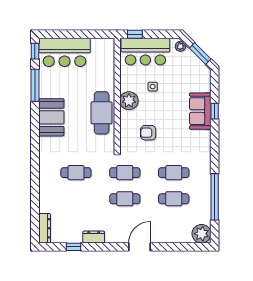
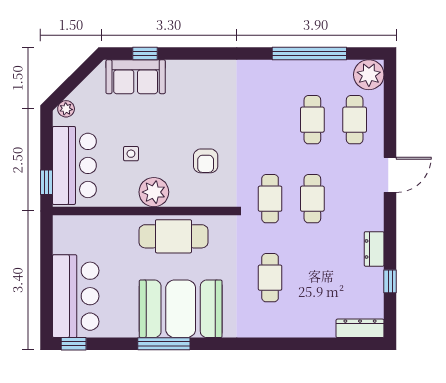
window: (200, 53) -> (78, 77), removed
window: (35, 85) -> (164, 344), moved
sofa: (200, 111) -> (136, 77), moved
window: (215, 111) -> (145, 53), moved
booth: (51, 117) -> (181, 309), width x1.36, depth x1.42
cafe table: (174, 173) -> (355, 120), moved
door: (140, 247) -> (390, 175), swing flipped

